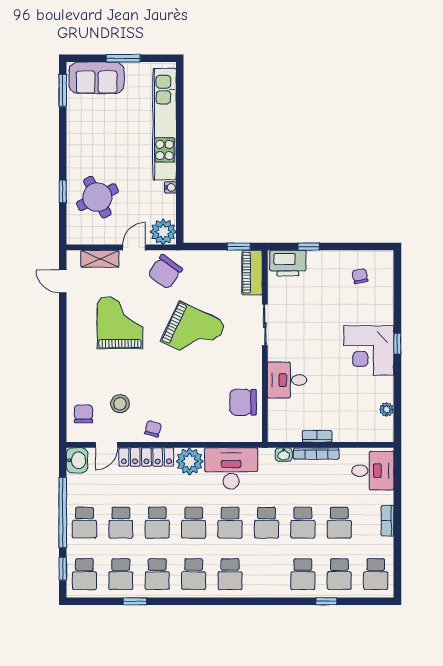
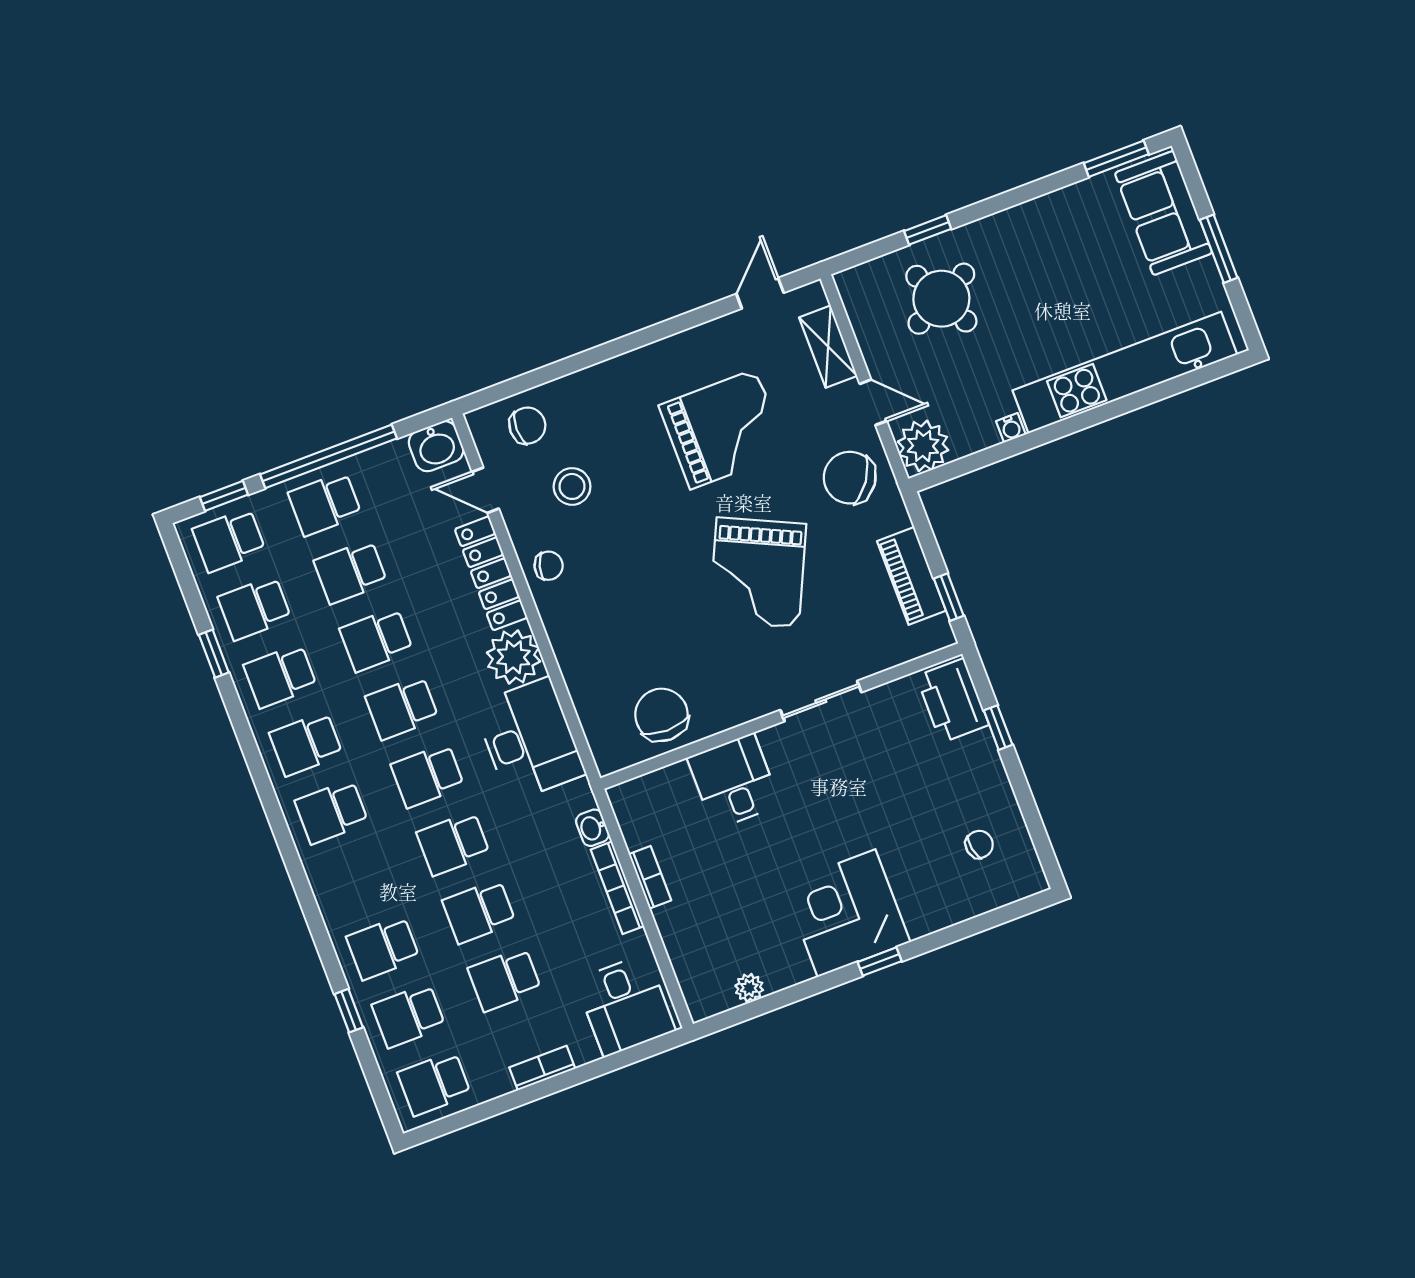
piano: (252, 273) -> (912, 576), moved, turned -90

